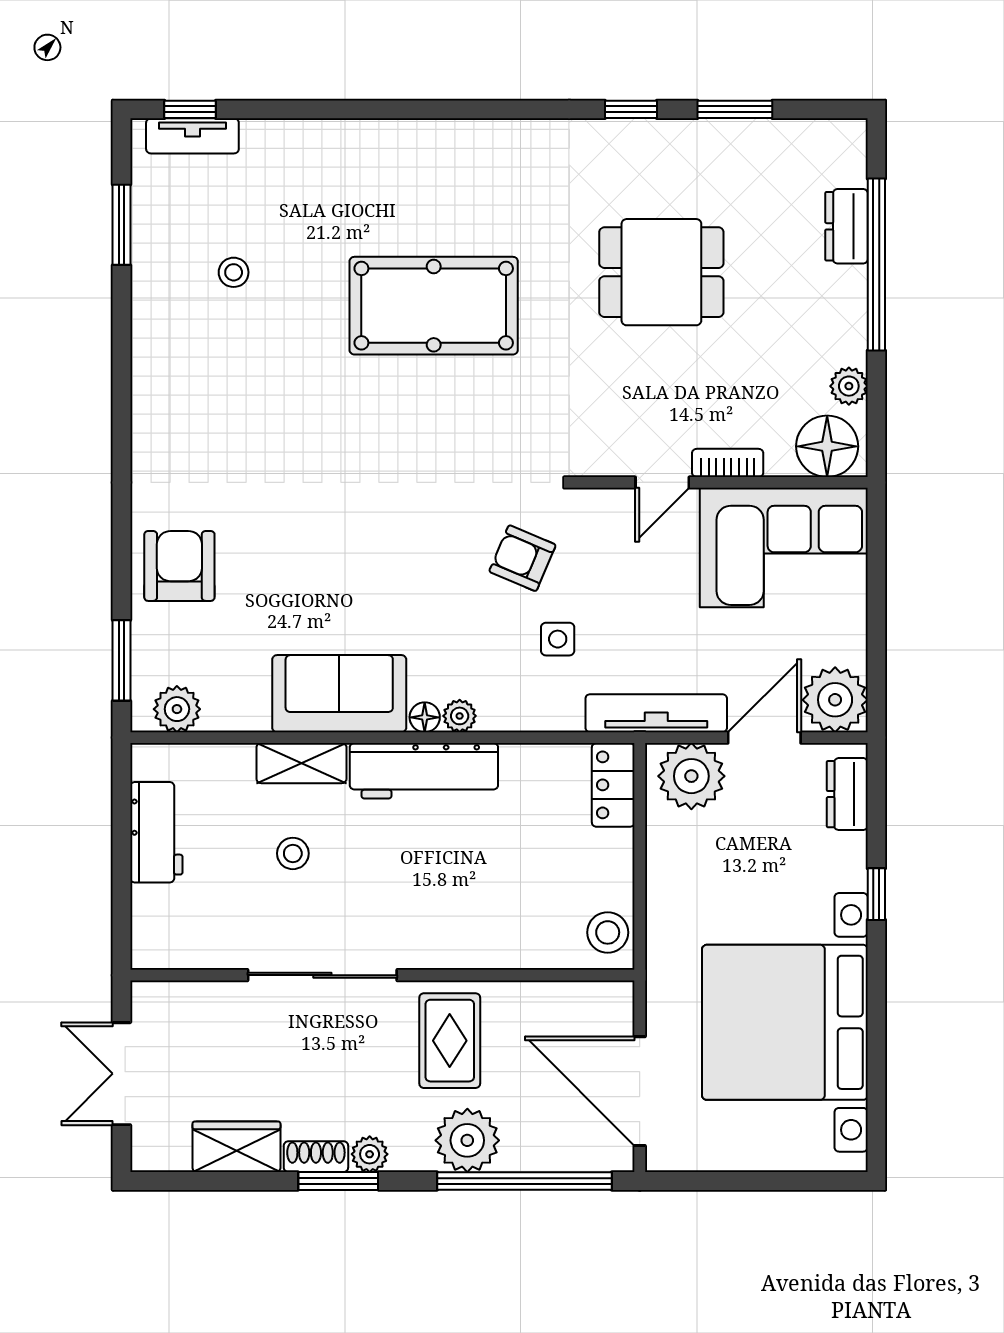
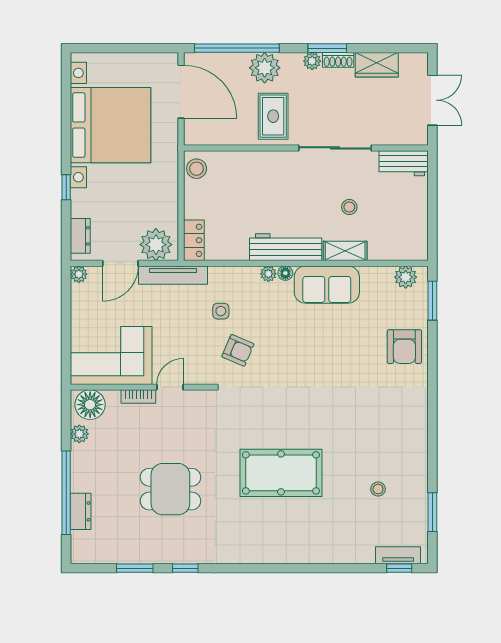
plant: (835, 700) -> (79, 274), width x0.53, depth x0.53
workbench: (156, 832) -> (404, 163), moved, turned -90

